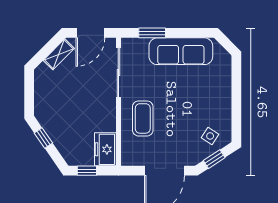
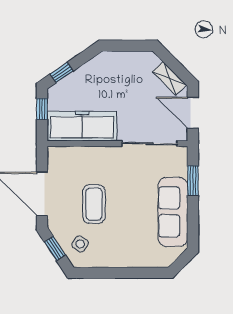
coffee table: (143, 118) -> (94, 204), moved, turned 90
window: (43, 138) -> (62, 72), moved
freezer: (105, 149) -> (82, 126), width x1.91, depth x1.26

